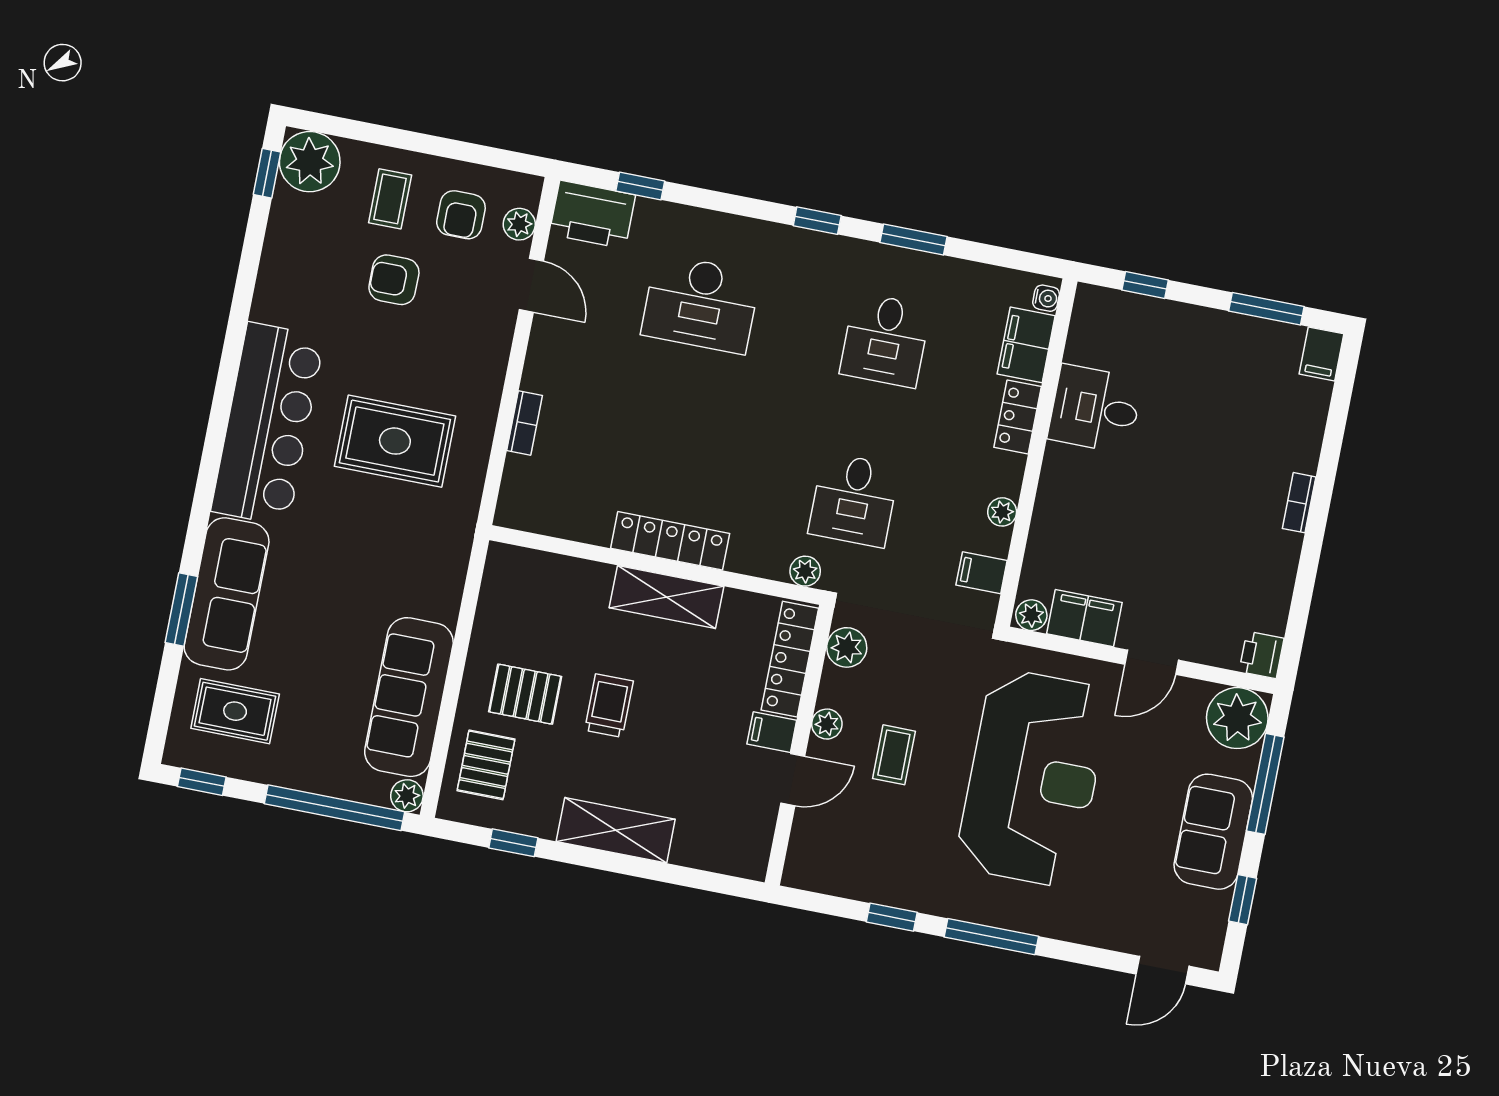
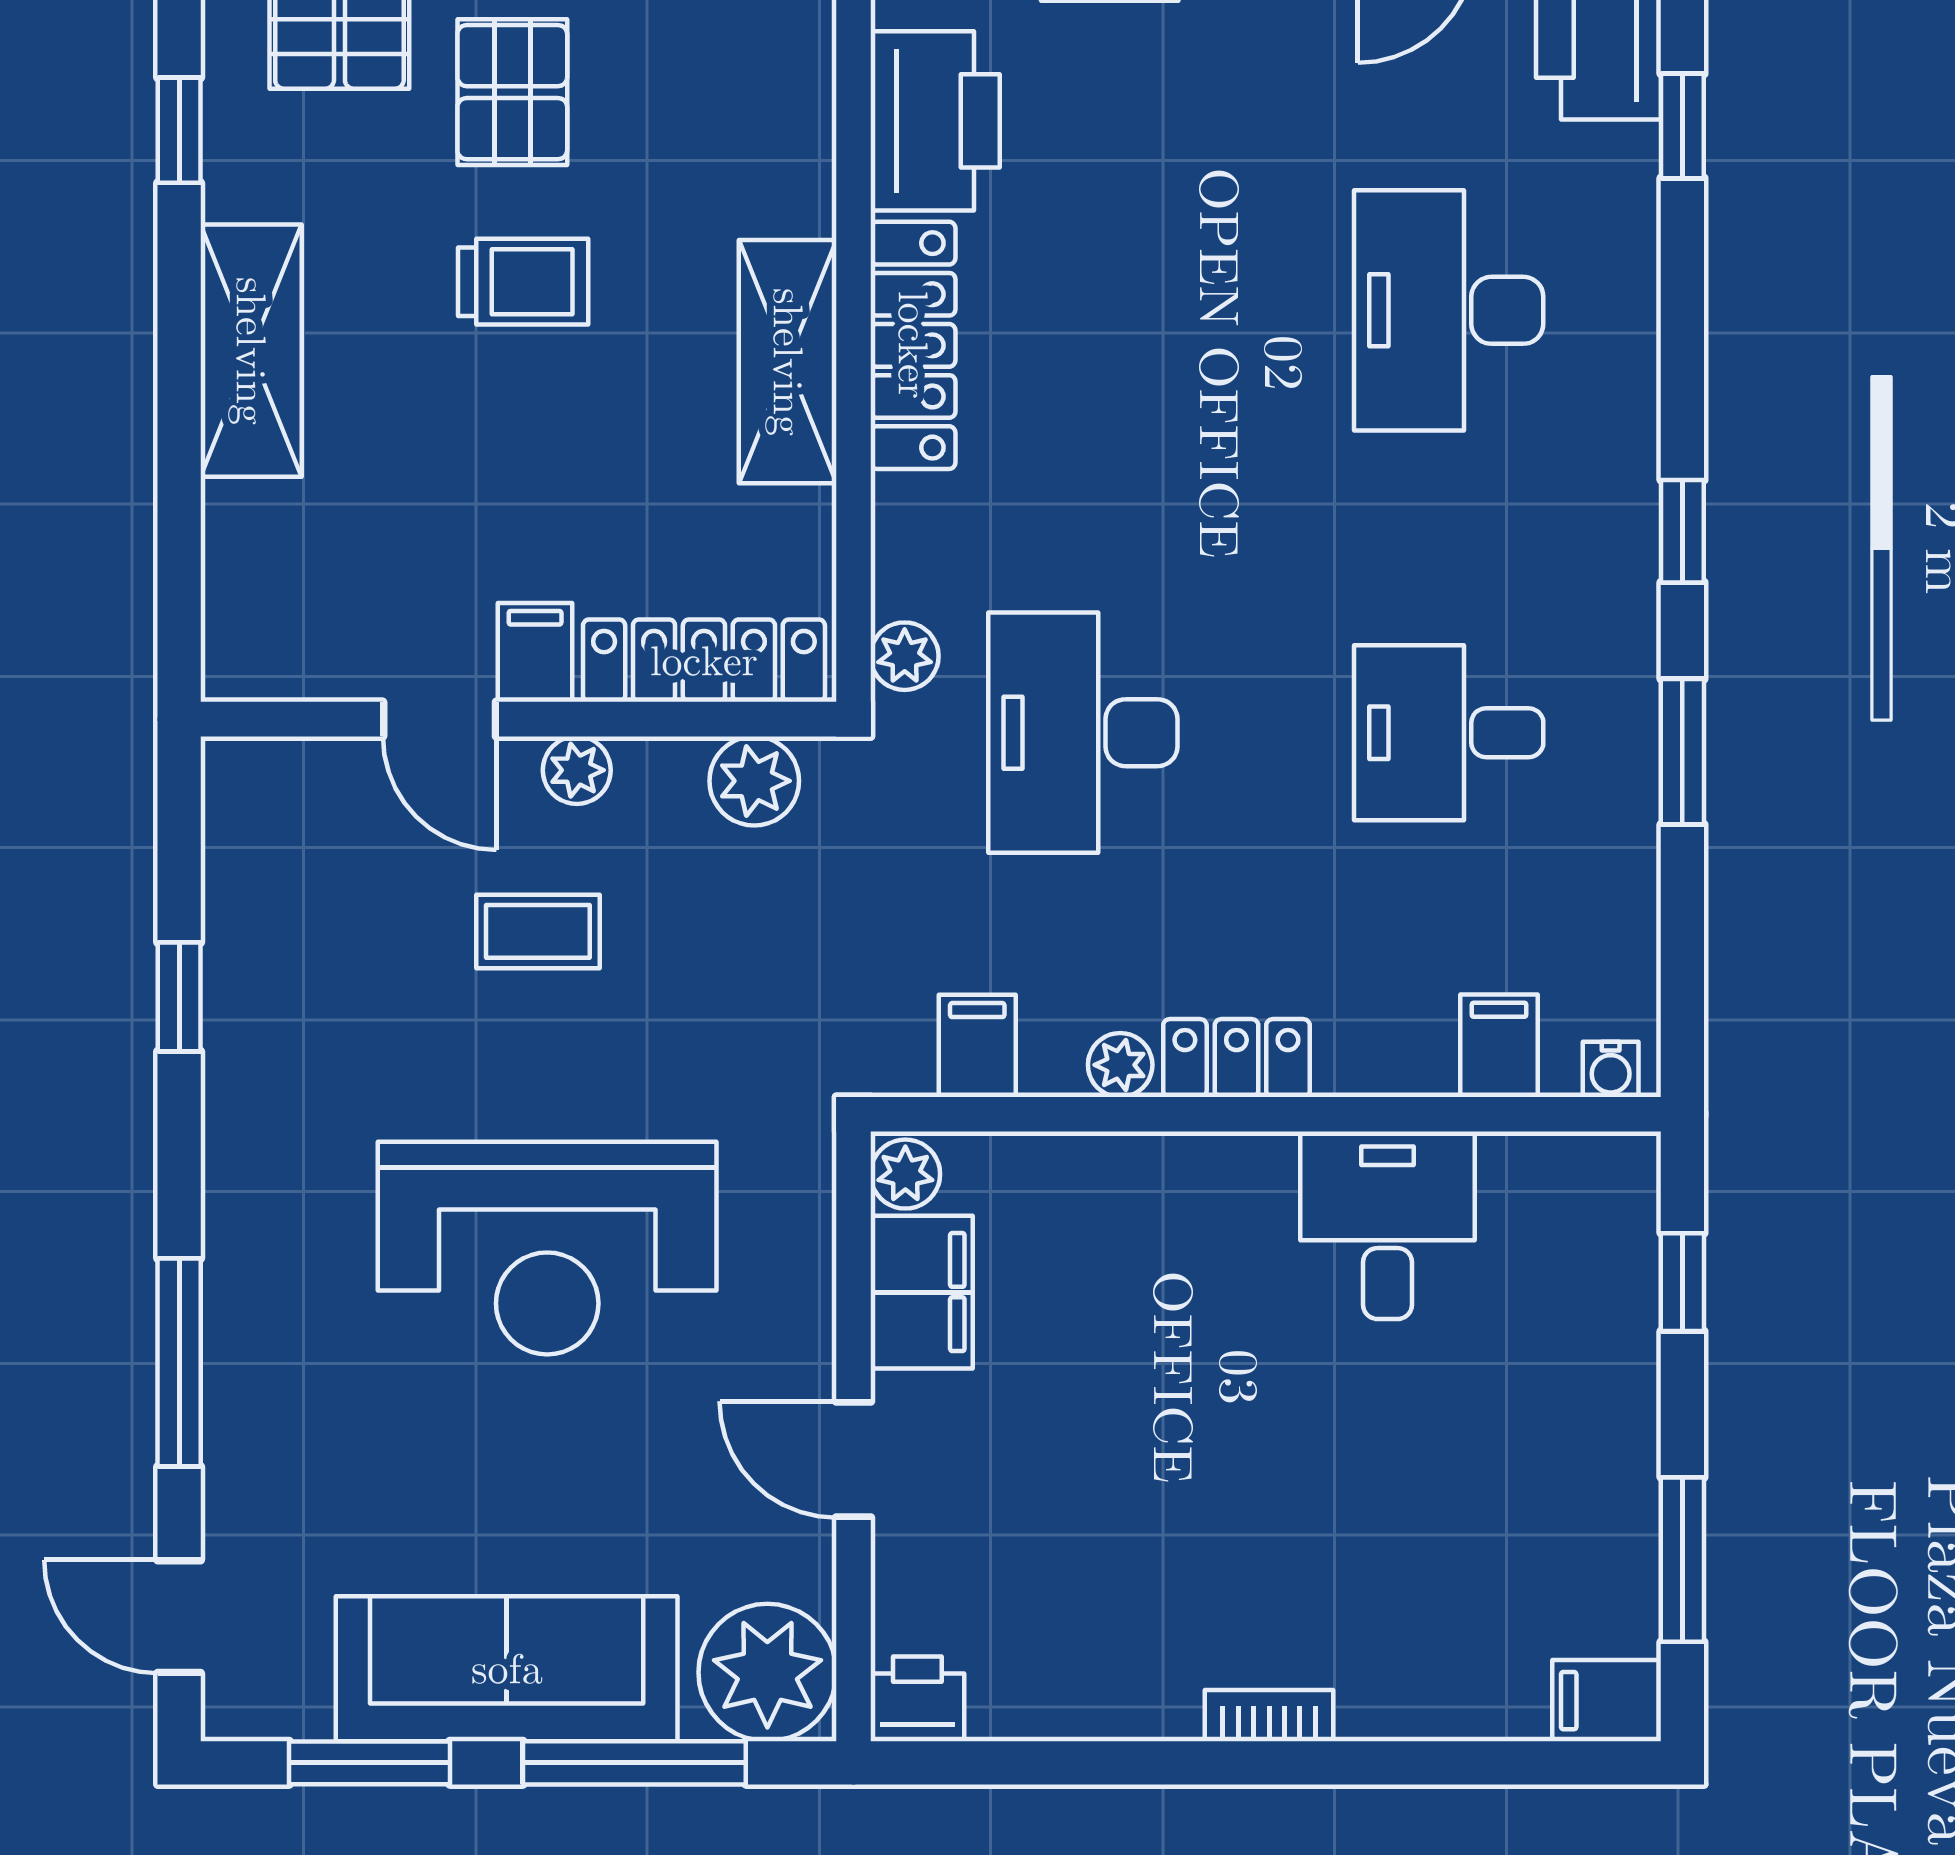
filing cabinet: (1026, 345) -> (1499, 1046), width x0.50
locker: (1018, 417) -> (1236, 1058), moved
desk: (854, 500) -> (1083, 733), width x1.37
printer: (574, 512) -> (935, 121), added
reception desk: (1033, 778) -> (547, 1248), width x0.74, depth x0.77
sofa: (1213, 832) -> (507, 1669), width x1.36
window: (1243, 900) -> (370, 1763), width x1.50
window: (991, 937) -> (179, 1362), moved

